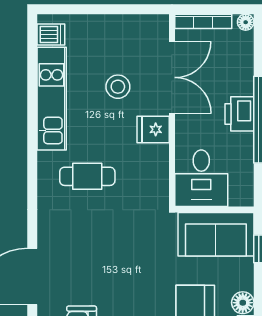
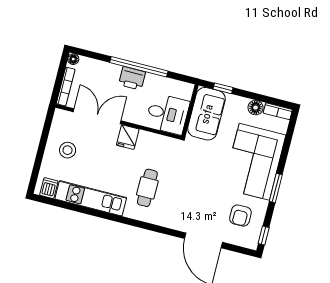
stool: (118, 87) -> (68, 150), moved

